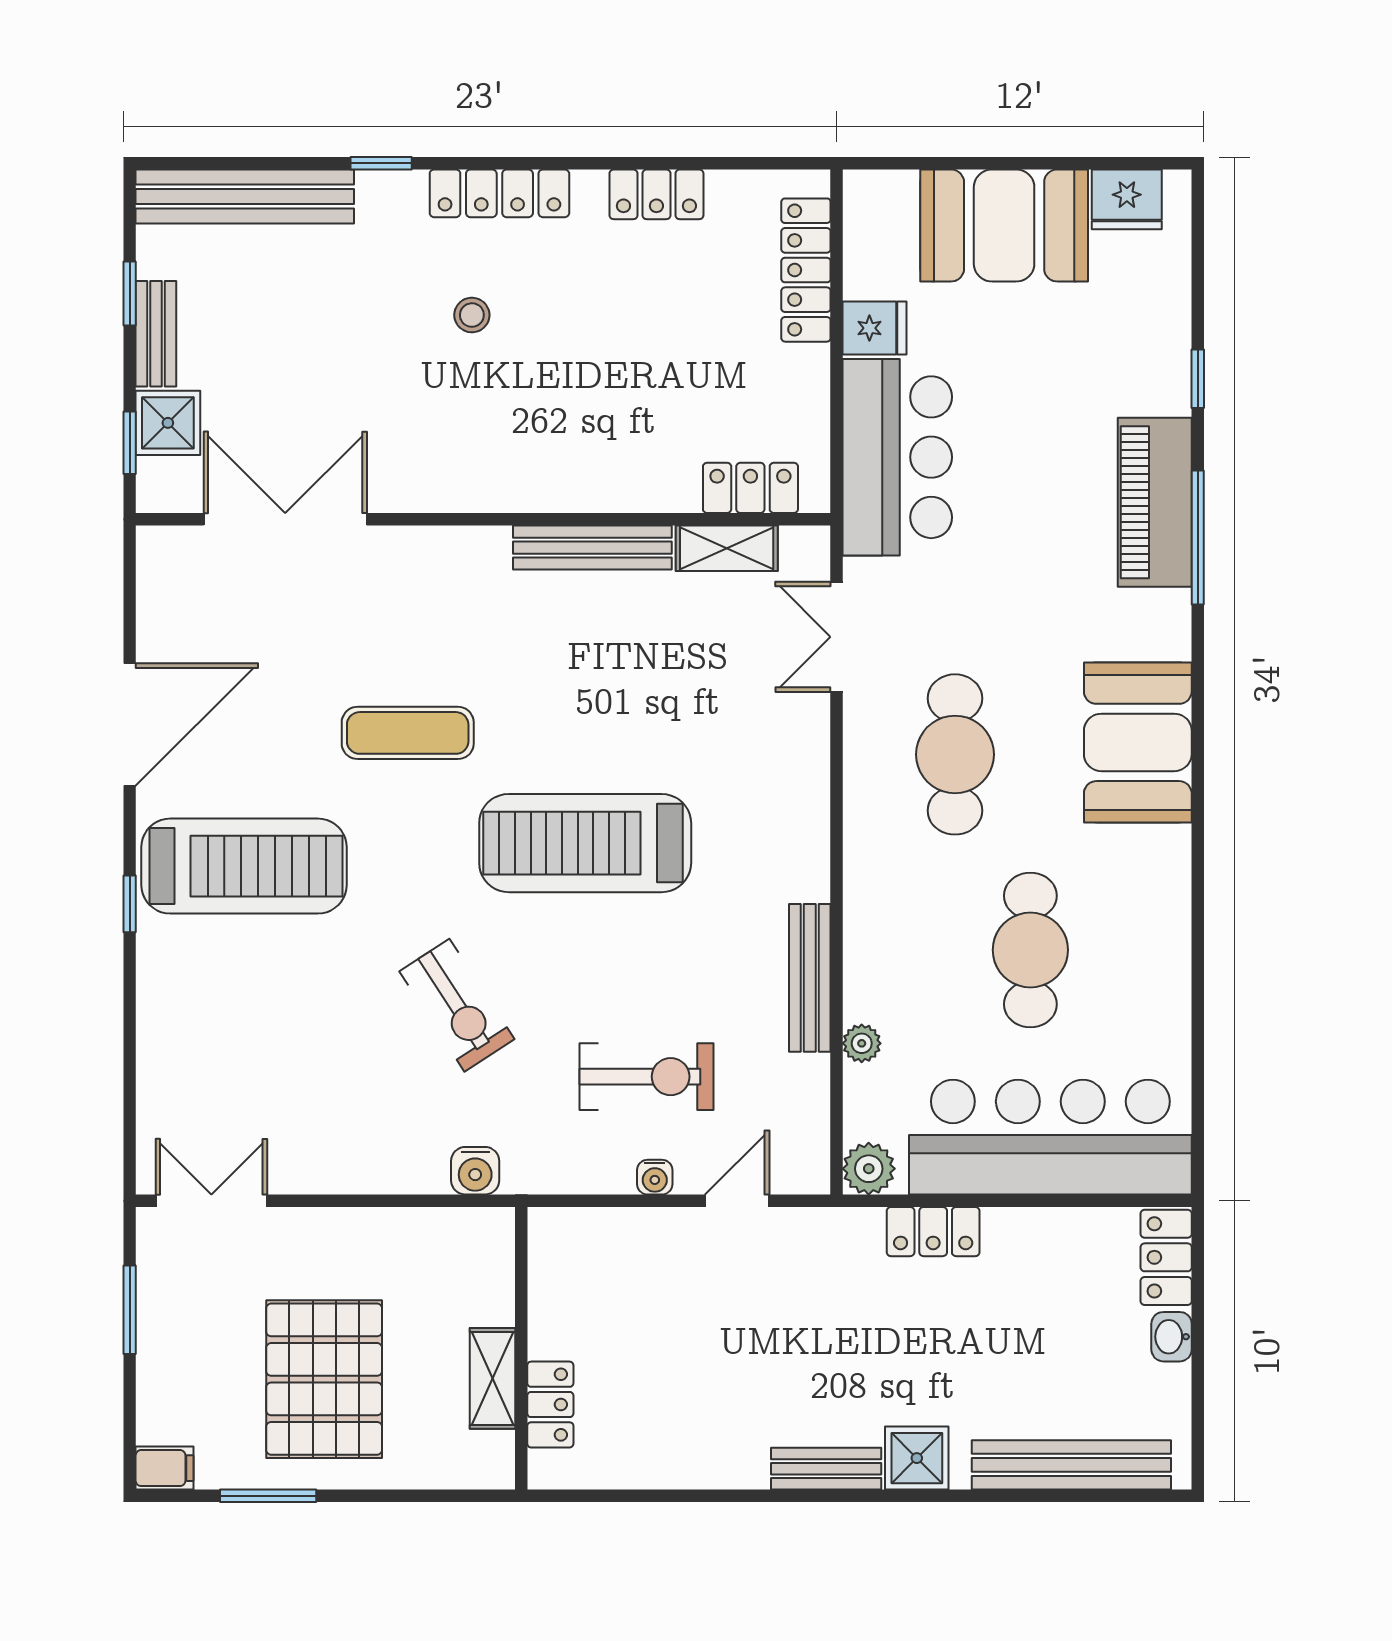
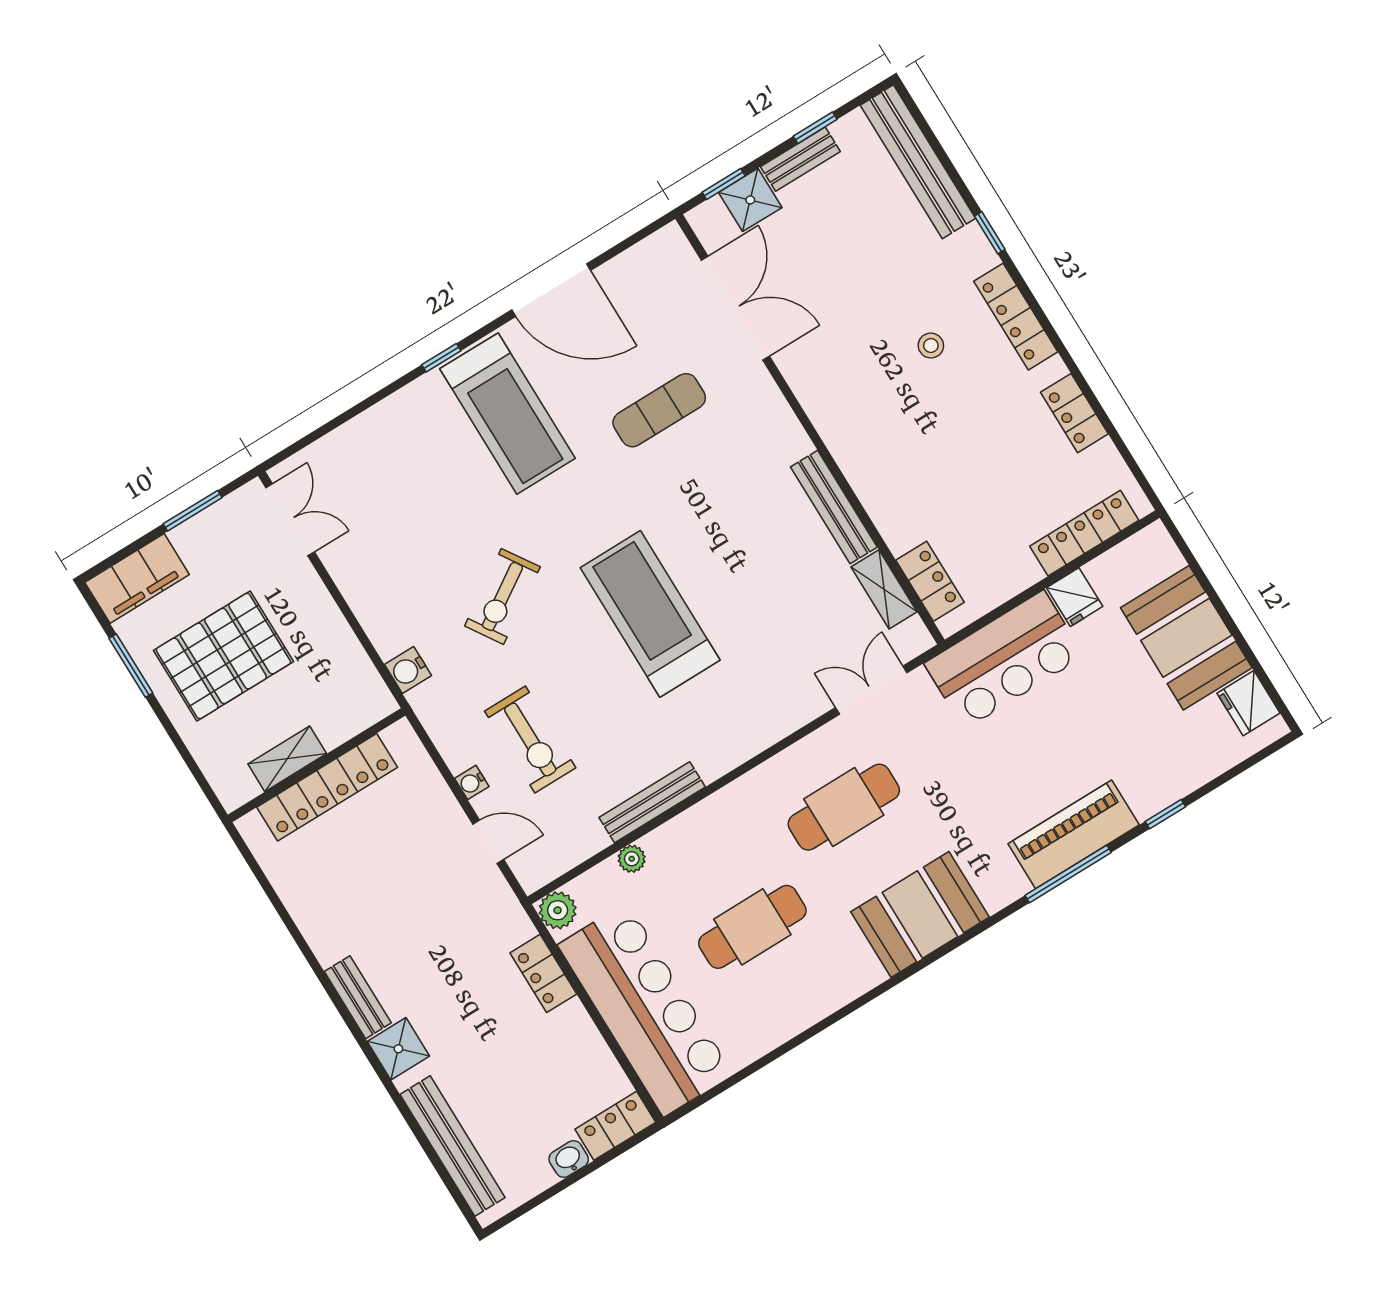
exercise mat: (408, 733) -> (659, 410), moved, turned 90
locker: (550, 1405) -> (327, 787), width x2.16, depth x1.21
filing cabinet: (165, 1468) -> (137, 578), width x3.00, depth x1.17

